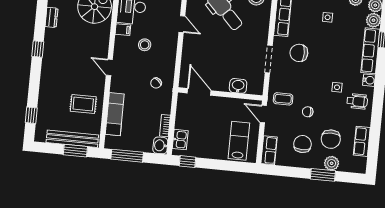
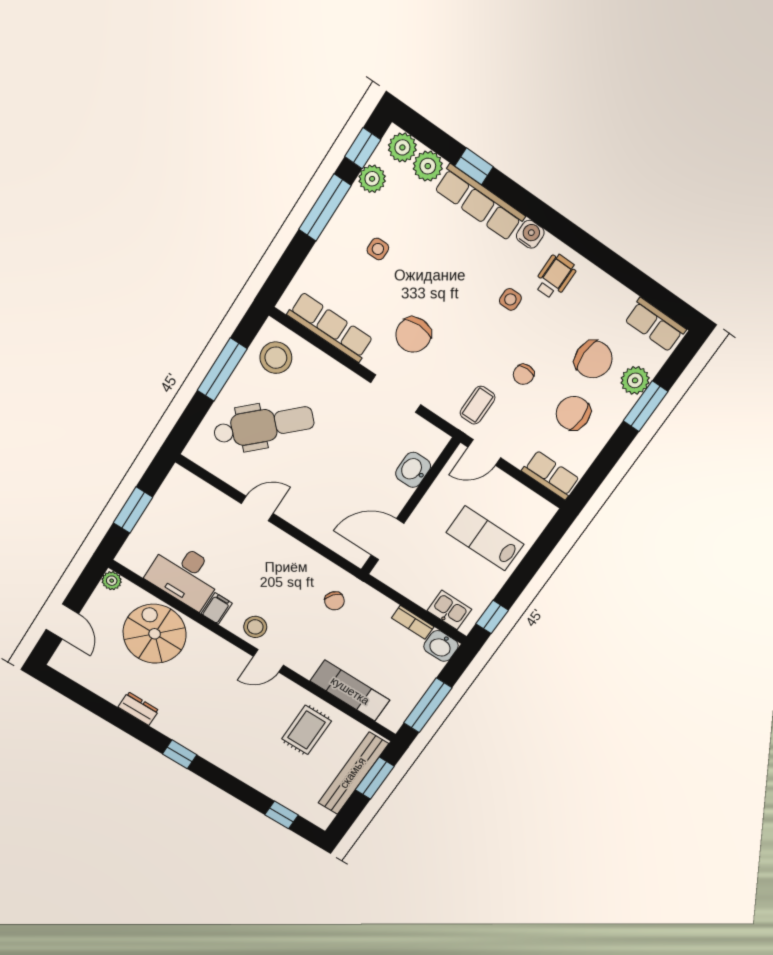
stool: (145, 45) -> (255, 627), moved
lab bench: (239, 141) -> (485, 538), moved
row of seats: (362, 141) -> (655, 325), moved

